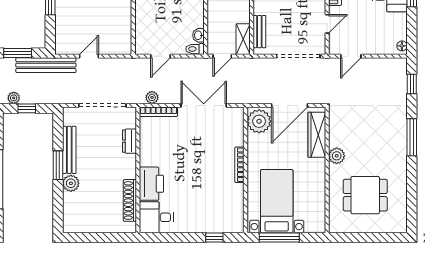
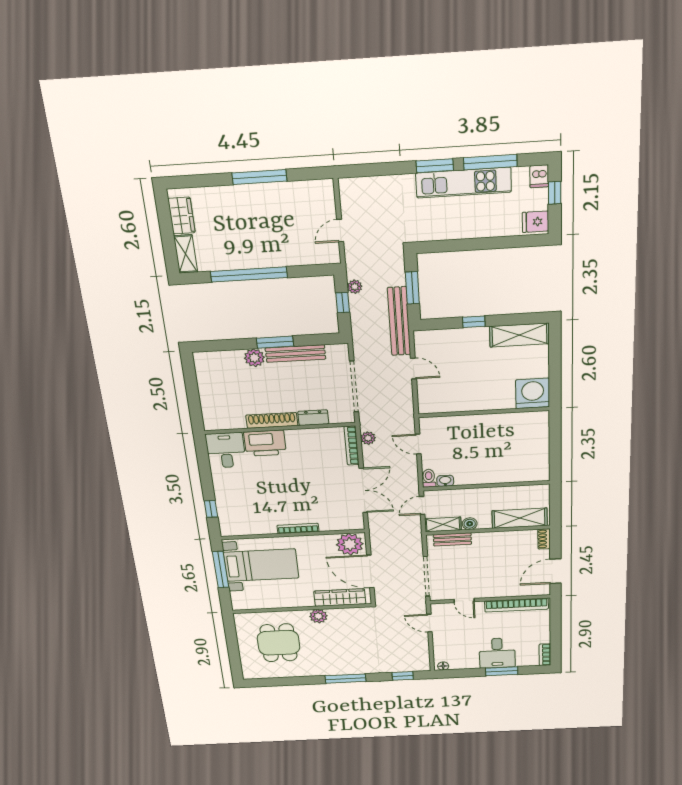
boiler: (244, 16) -> (470, 524), added
door: (222, 56) -> (422, 505), hinge flipped
shoe rack: (130, 200) -> (272, 420), moved

